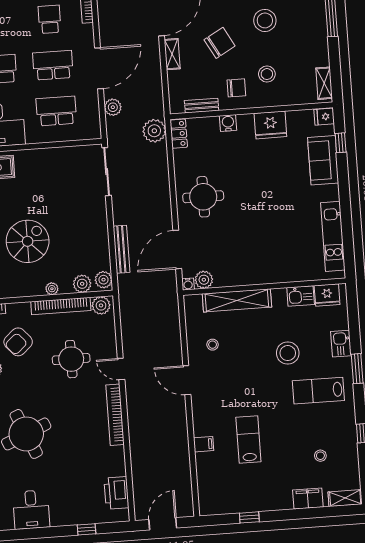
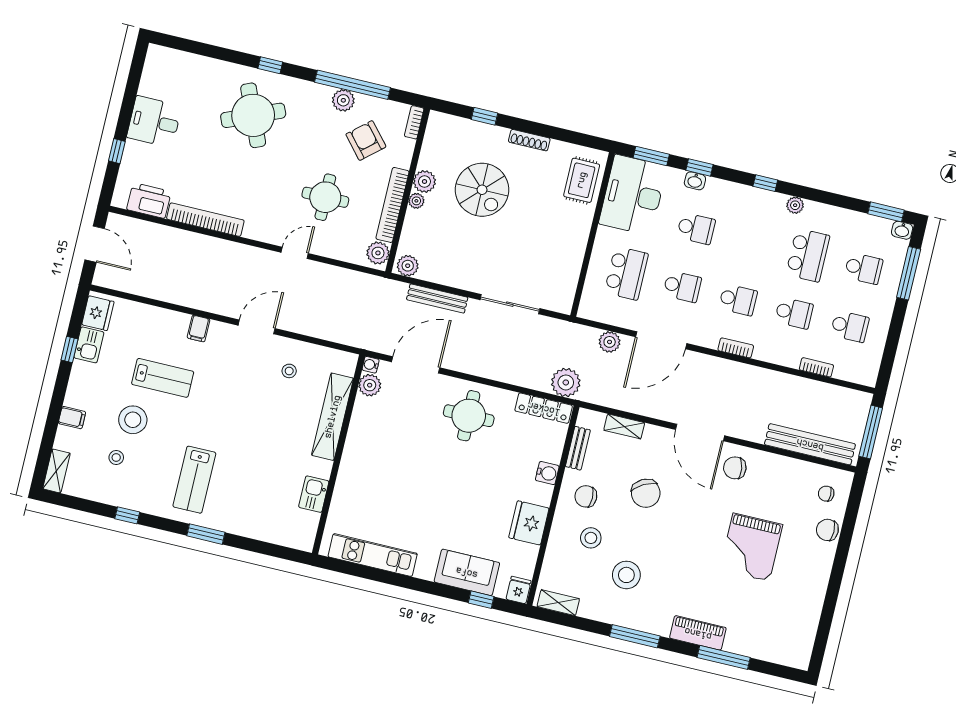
stool: (265, 20) -> (626, 575), moved
shelving: (172, 54) -> (624, 426), moved
school desk: (53, 65) -> (682, 286), width x0.54
door: (99, 68) -> (661, 340), hinge flipped
chair: (236, 88) -> (586, 496), turned 90
locker: (179, 134) -> (544, 408), width x1.53
sliding door: (107, 172) -> (510, 304), moved
door: (177, 250) -> (416, 365), hinge flipped
plant: (82, 284) -> (425, 182), moved
fridge: (327, 295) -> (98, 313), moved, turned 180
kitchen sink: (341, 344) -> (89, 345), moved, turned 90
stool: (288, 353) -> (133, 420), moved
lab bench: (318, 391) -> (194, 480), turned 180
bookcase: (115, 415) -> (205, 220), moved
filing cabinet: (204, 444) -> (199, 329), moved
filing cabinet: (308, 499) -> (72, 418), width x0.50
desk: (31, 510) -> (154, 122), moved

